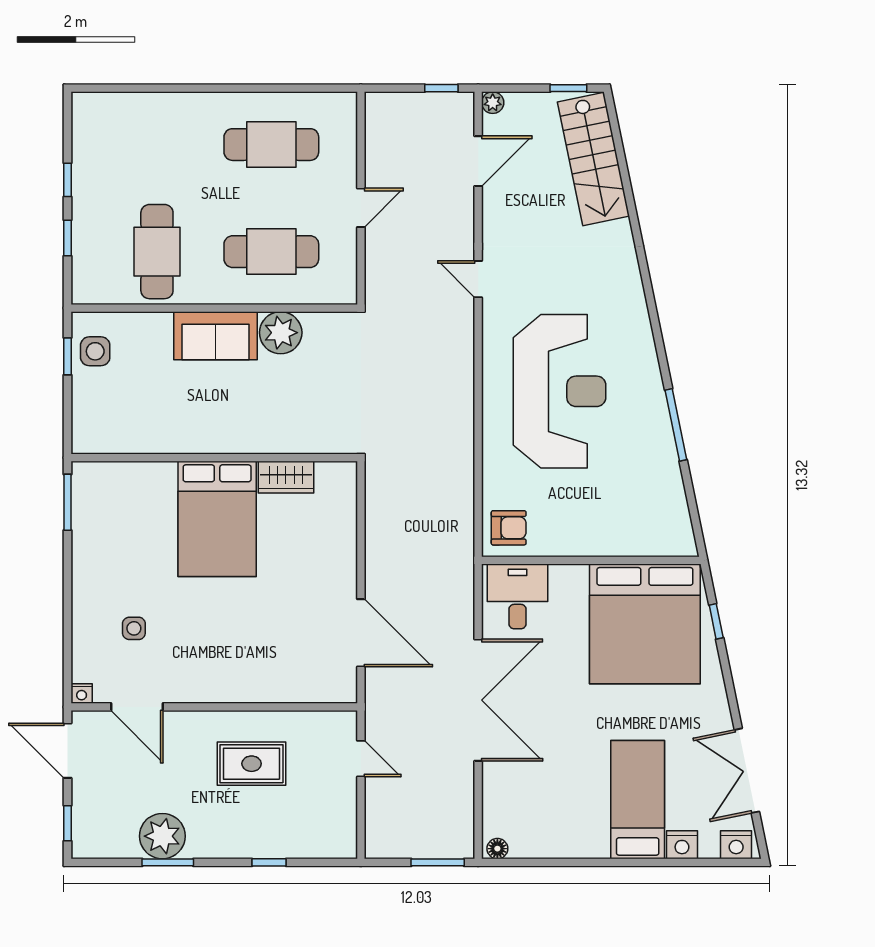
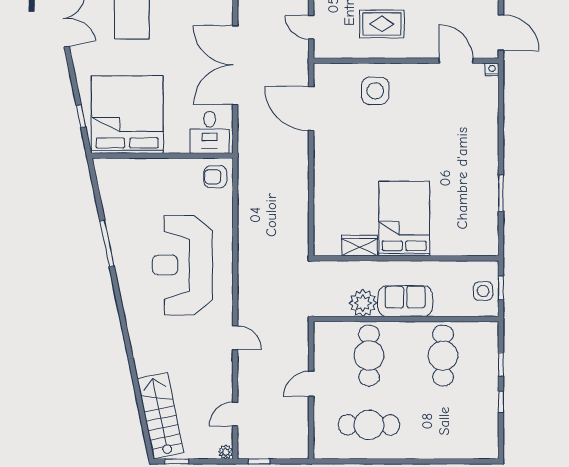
door: (478, 161) -> (235, 414), width x0.73
cafe table: (271, 252) -> (369, 356), turned 90
wall: (214, 458) -> (406, 258), moved
wardrobe: (286, 477) -> (360, 246), moved
bed: (217, 519) -> (404, 219), moved
side table: (134, 628) -> (375, 91), moved, width x1.87, depth x1.87

